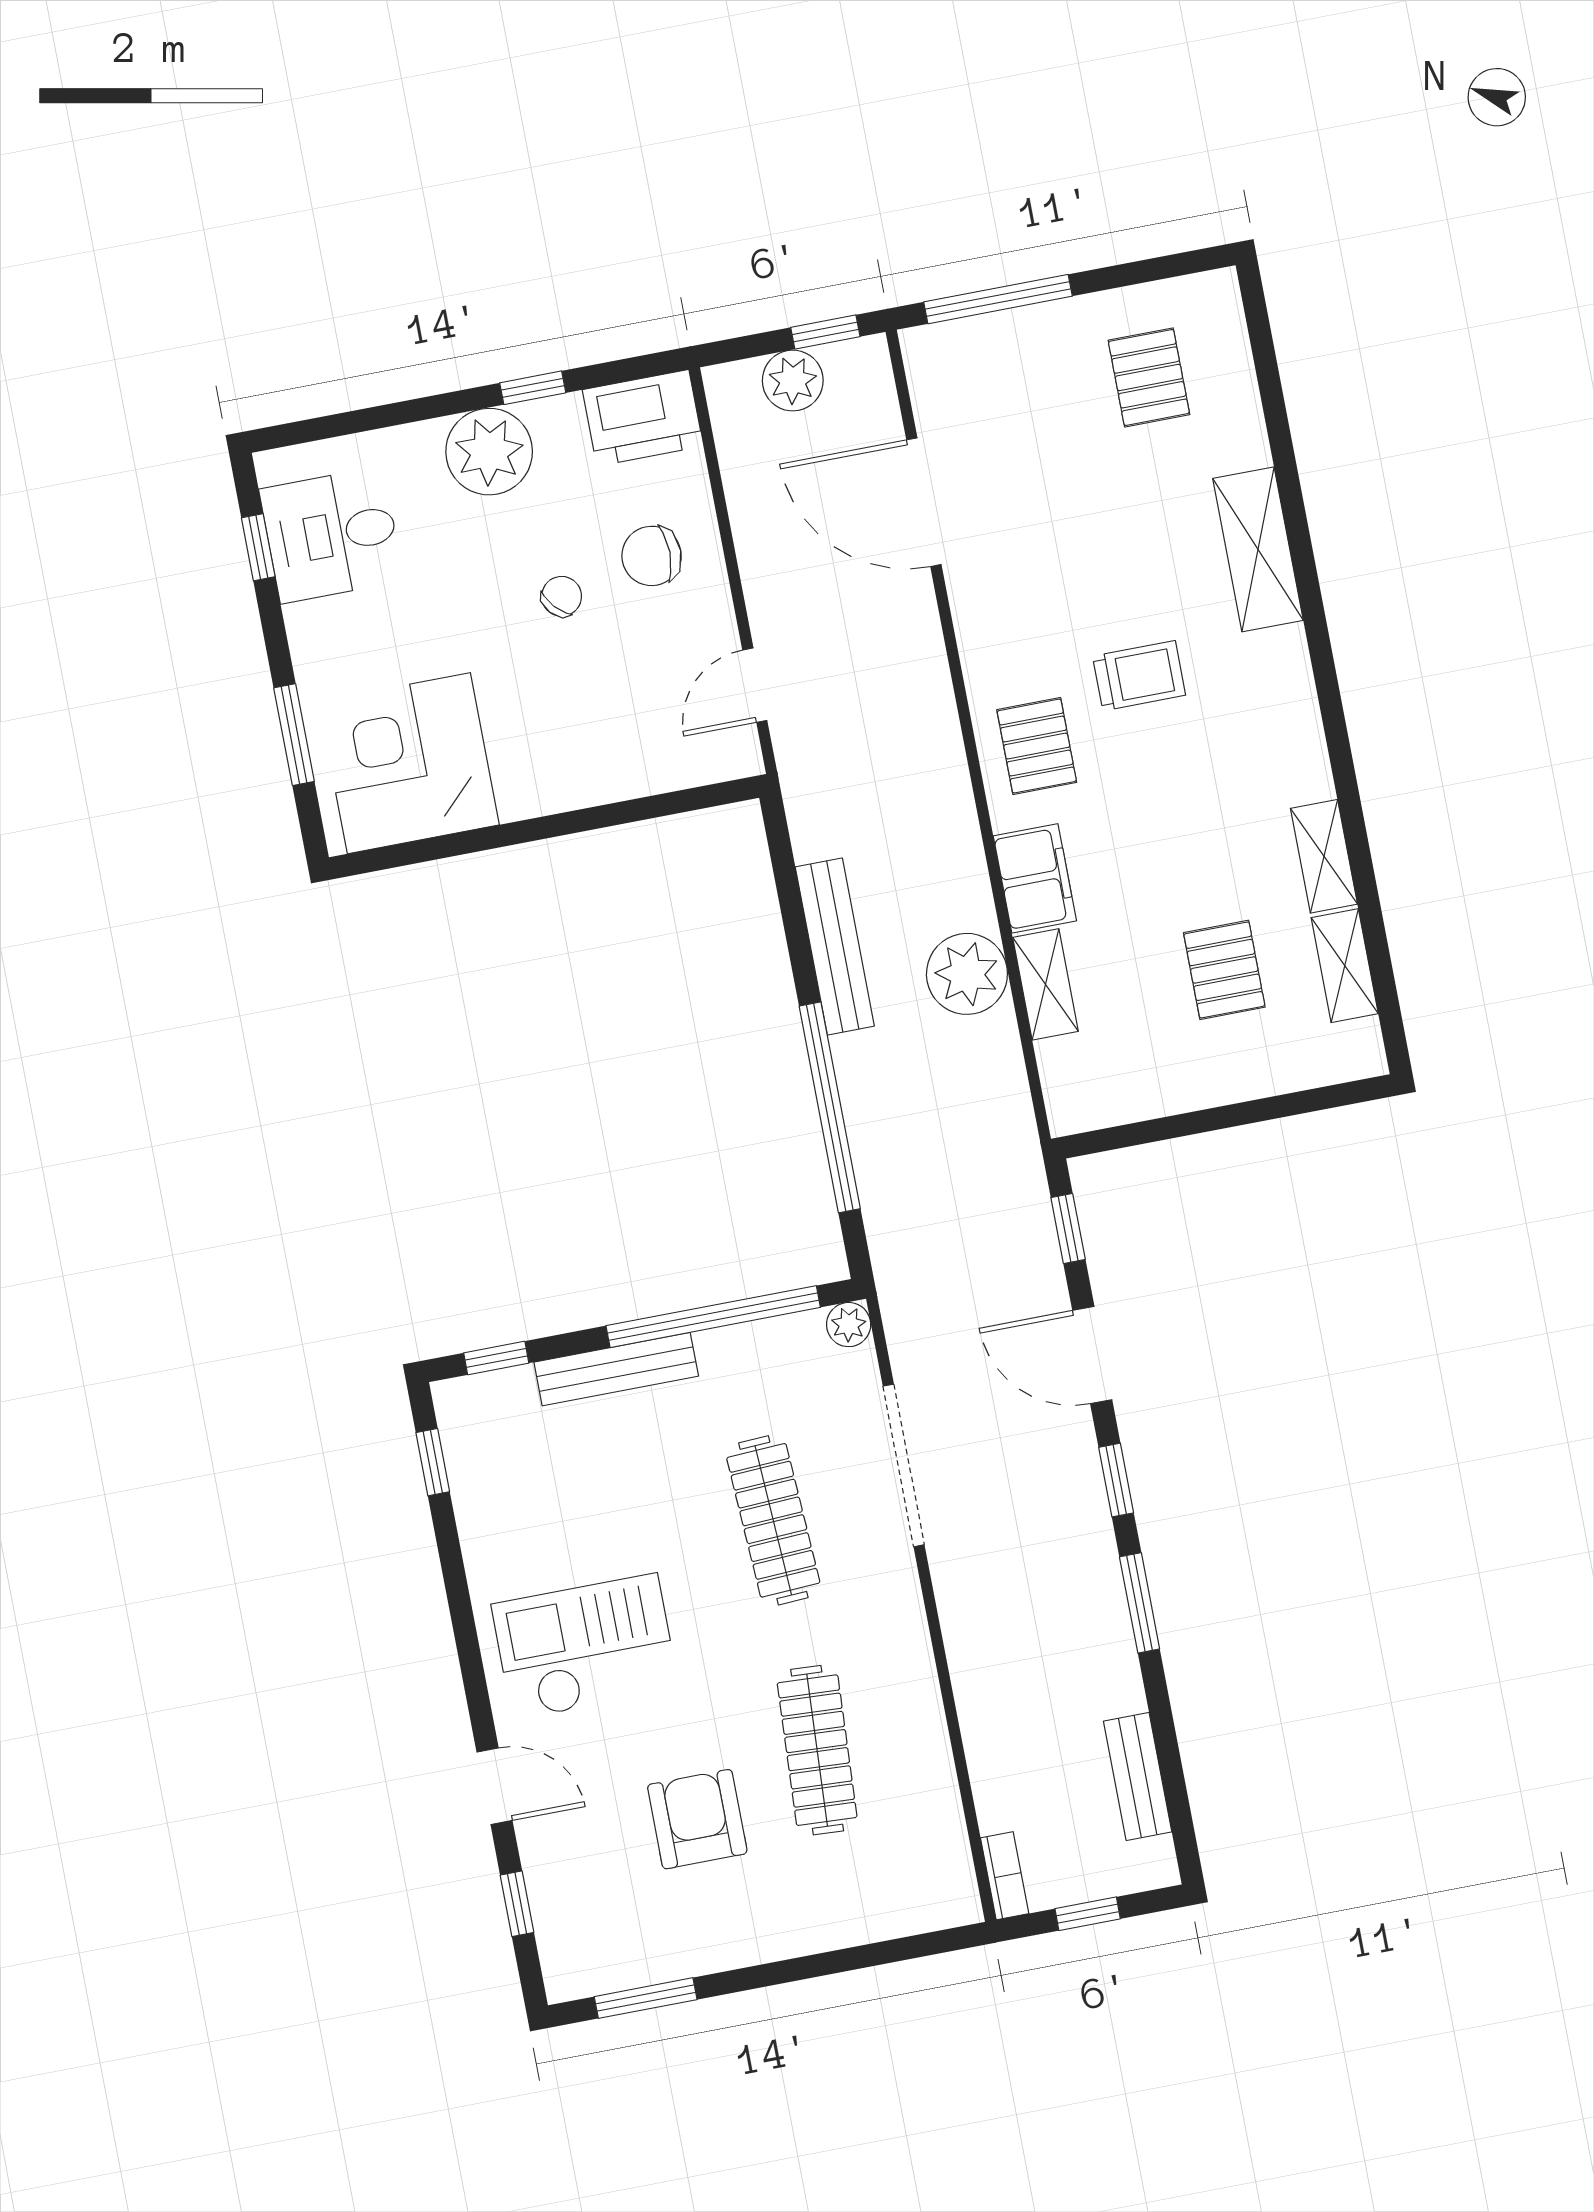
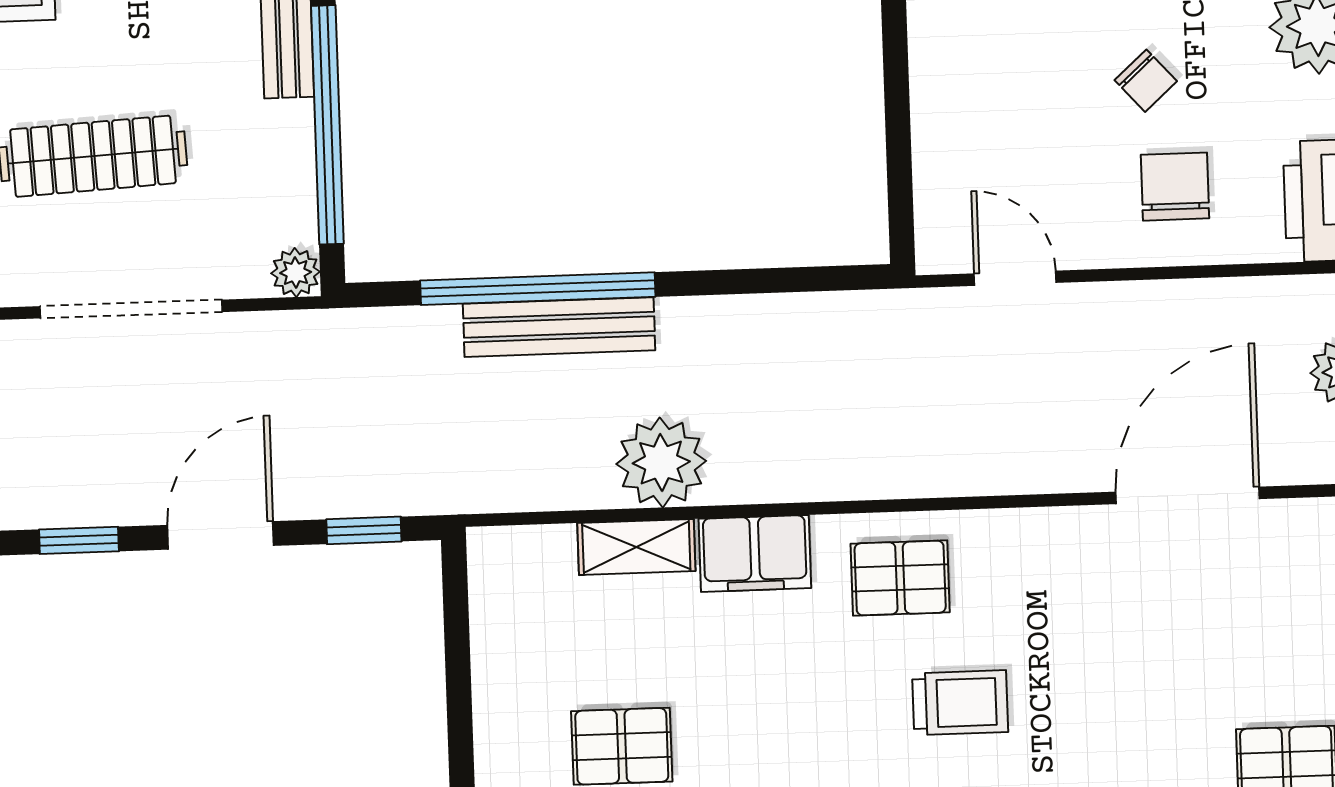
trolley: (1139, 676) -> (960, 703), turned -90
bench: (835, 947) -> (559, 327), moved

